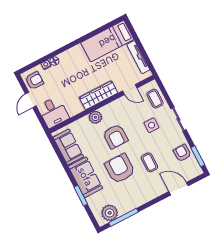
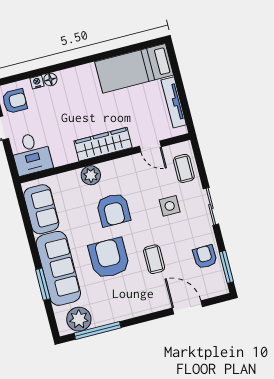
sofa: (85, 177) -> (58, 268), width x1.36

